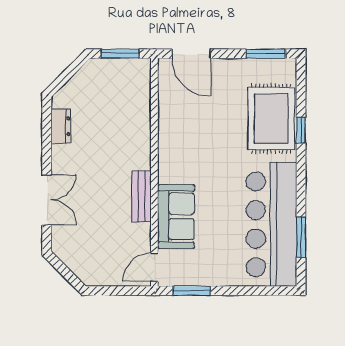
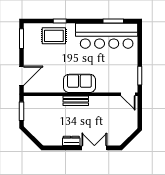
rug: (271, 119) -> (54, 36), width x0.73, depth x0.70
dresser: (61, 126) -> (71, 141), moved
bench: (141, 196) -> (76, 101), moved
sofa: (176, 216) -> (79, 83), moved

